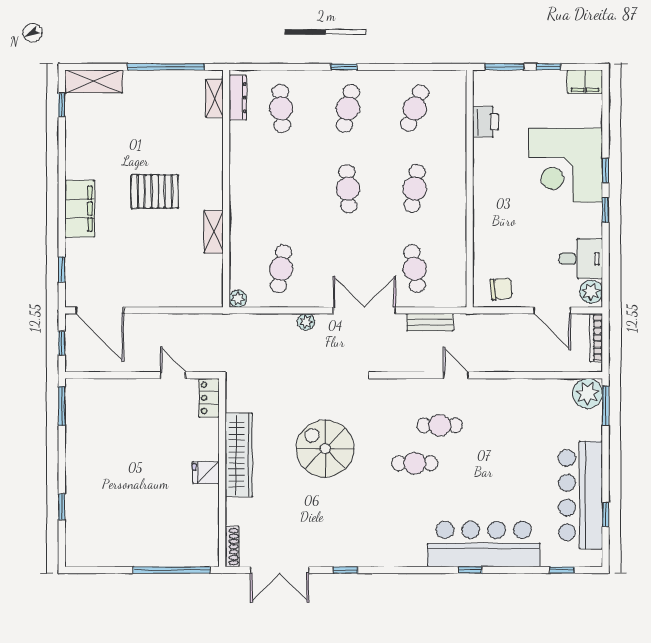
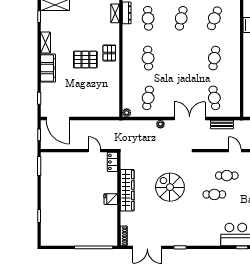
pallet: (203, 178) -> (109, 53), added
cafe table: (348, 189) -> (148, 58), moved
shelving: (213, 232) -> (45, 43), moved

